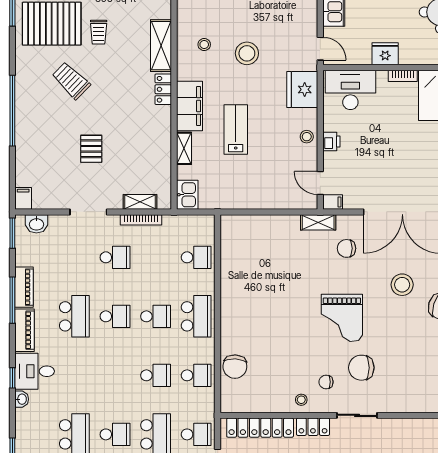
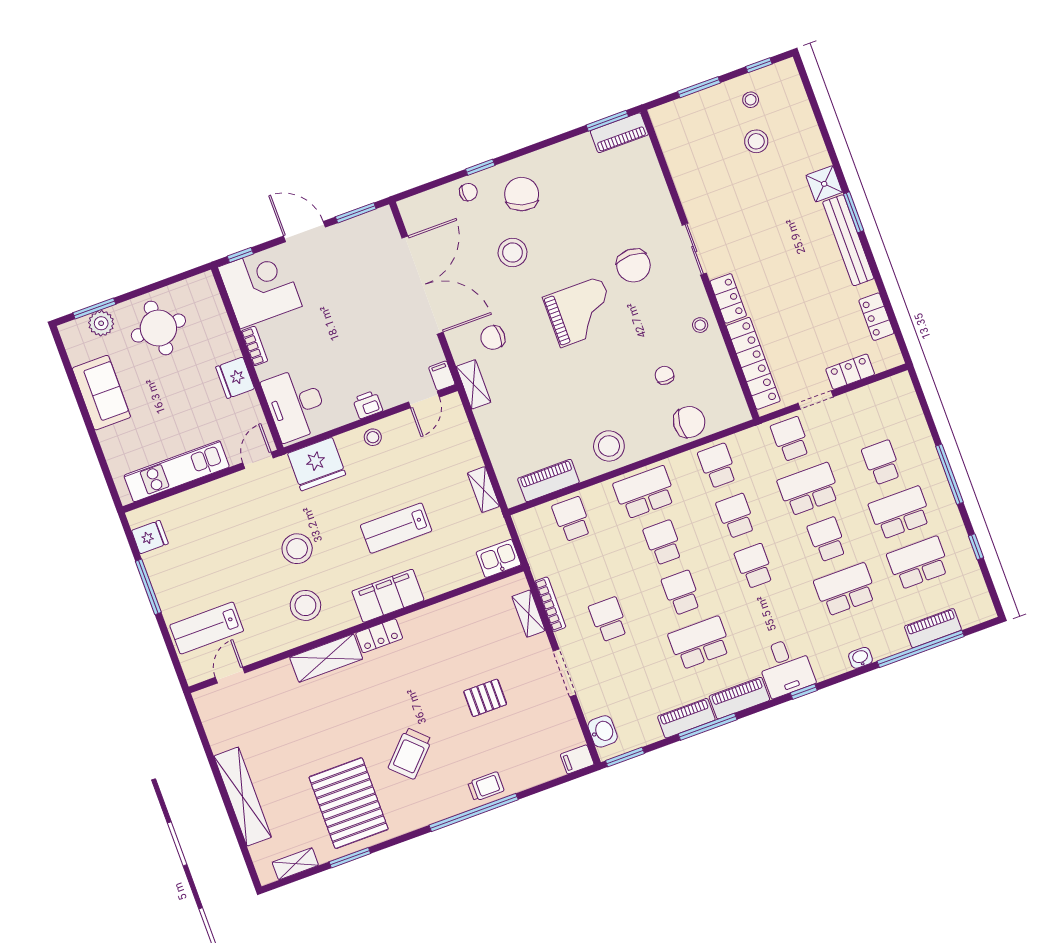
trolley: (99, 32) -> (486, 787), moved
stool: (204, 45) -> (305, 605), width x1.89, depth x1.89
shelving: (184, 148) -> (483, 490), moved, turned 90
chair: (347, 248) -> (493, 338), turned 90
piano: (230, 251) -> (548, 480), added
stool: (239, 303) -> (609, 446), added
school desk: (115, 375) -> (754, 566), added
chair: (326, 382) -> (664, 375), moved, turned 180
washbasin: (22, 399) -> (860, 658), moved

